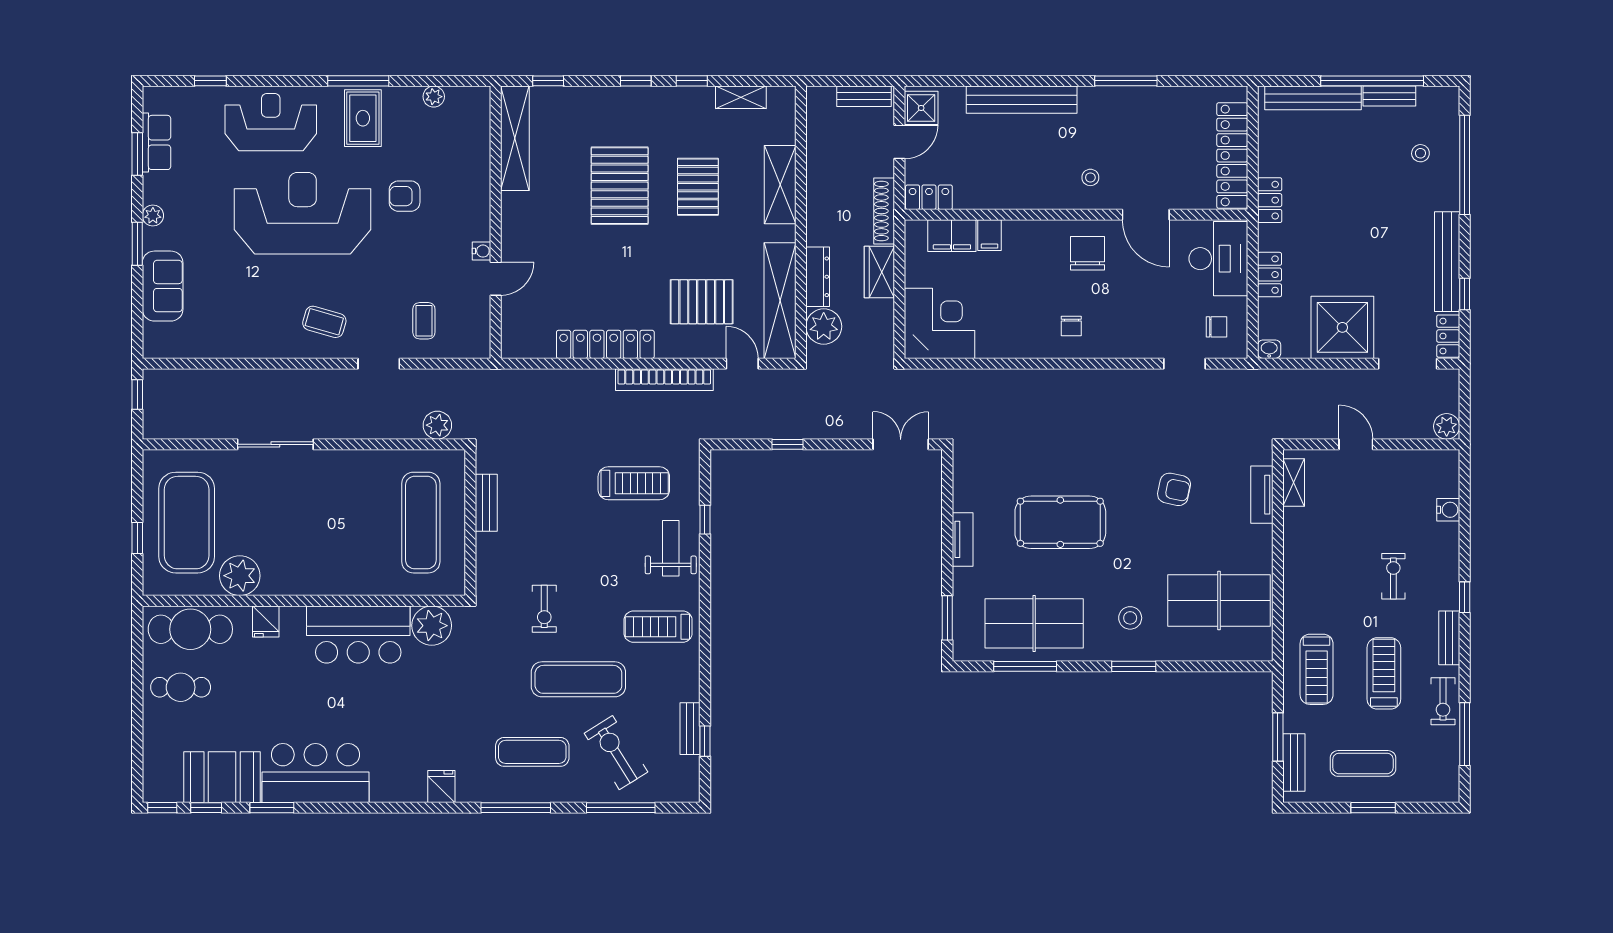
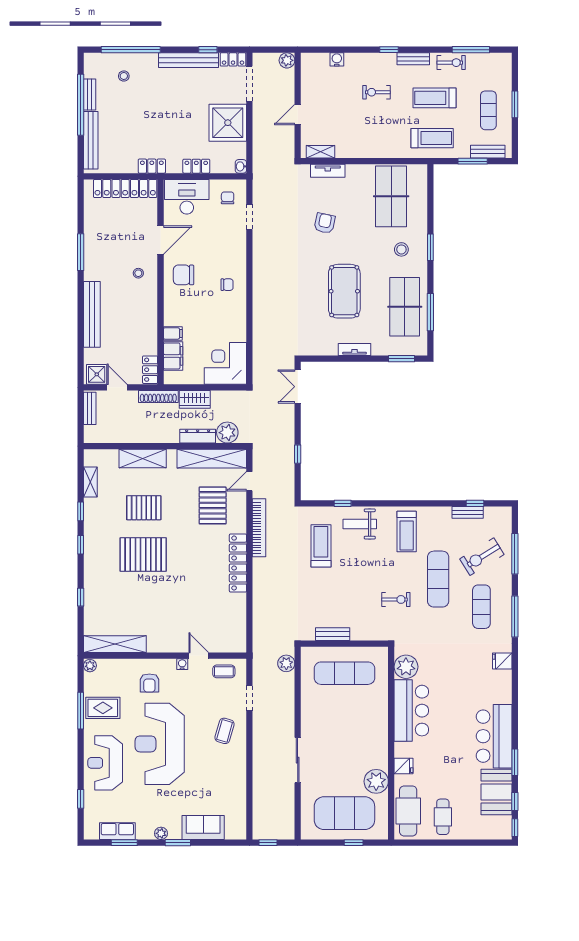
shelving: (515, 138) -> (115, 644), moved
wall: (496, 222) -> (165, 656), moved
water cooler: (481, 251) -> (182, 664), moved
door: (496, 279) -> (199, 656), moved

